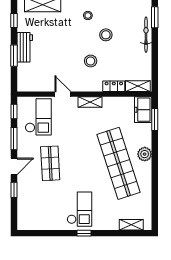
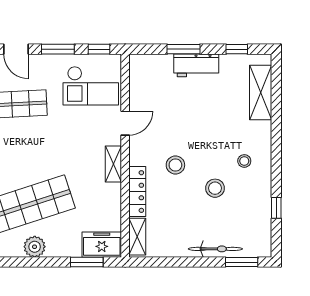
locker: (114, 86) -> (137, 192), width x1.53

